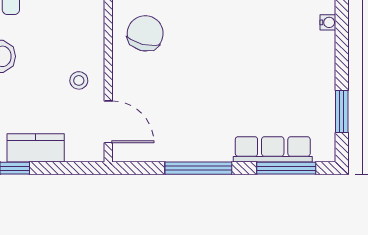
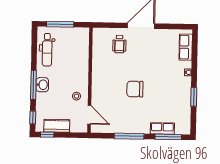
chair: (145, 33) -> (135, 89), moved, turned -104
window: (342, 111) -> (194, 97), moved
row of seats: (273, 149) -> (162, 128), width x0.68

